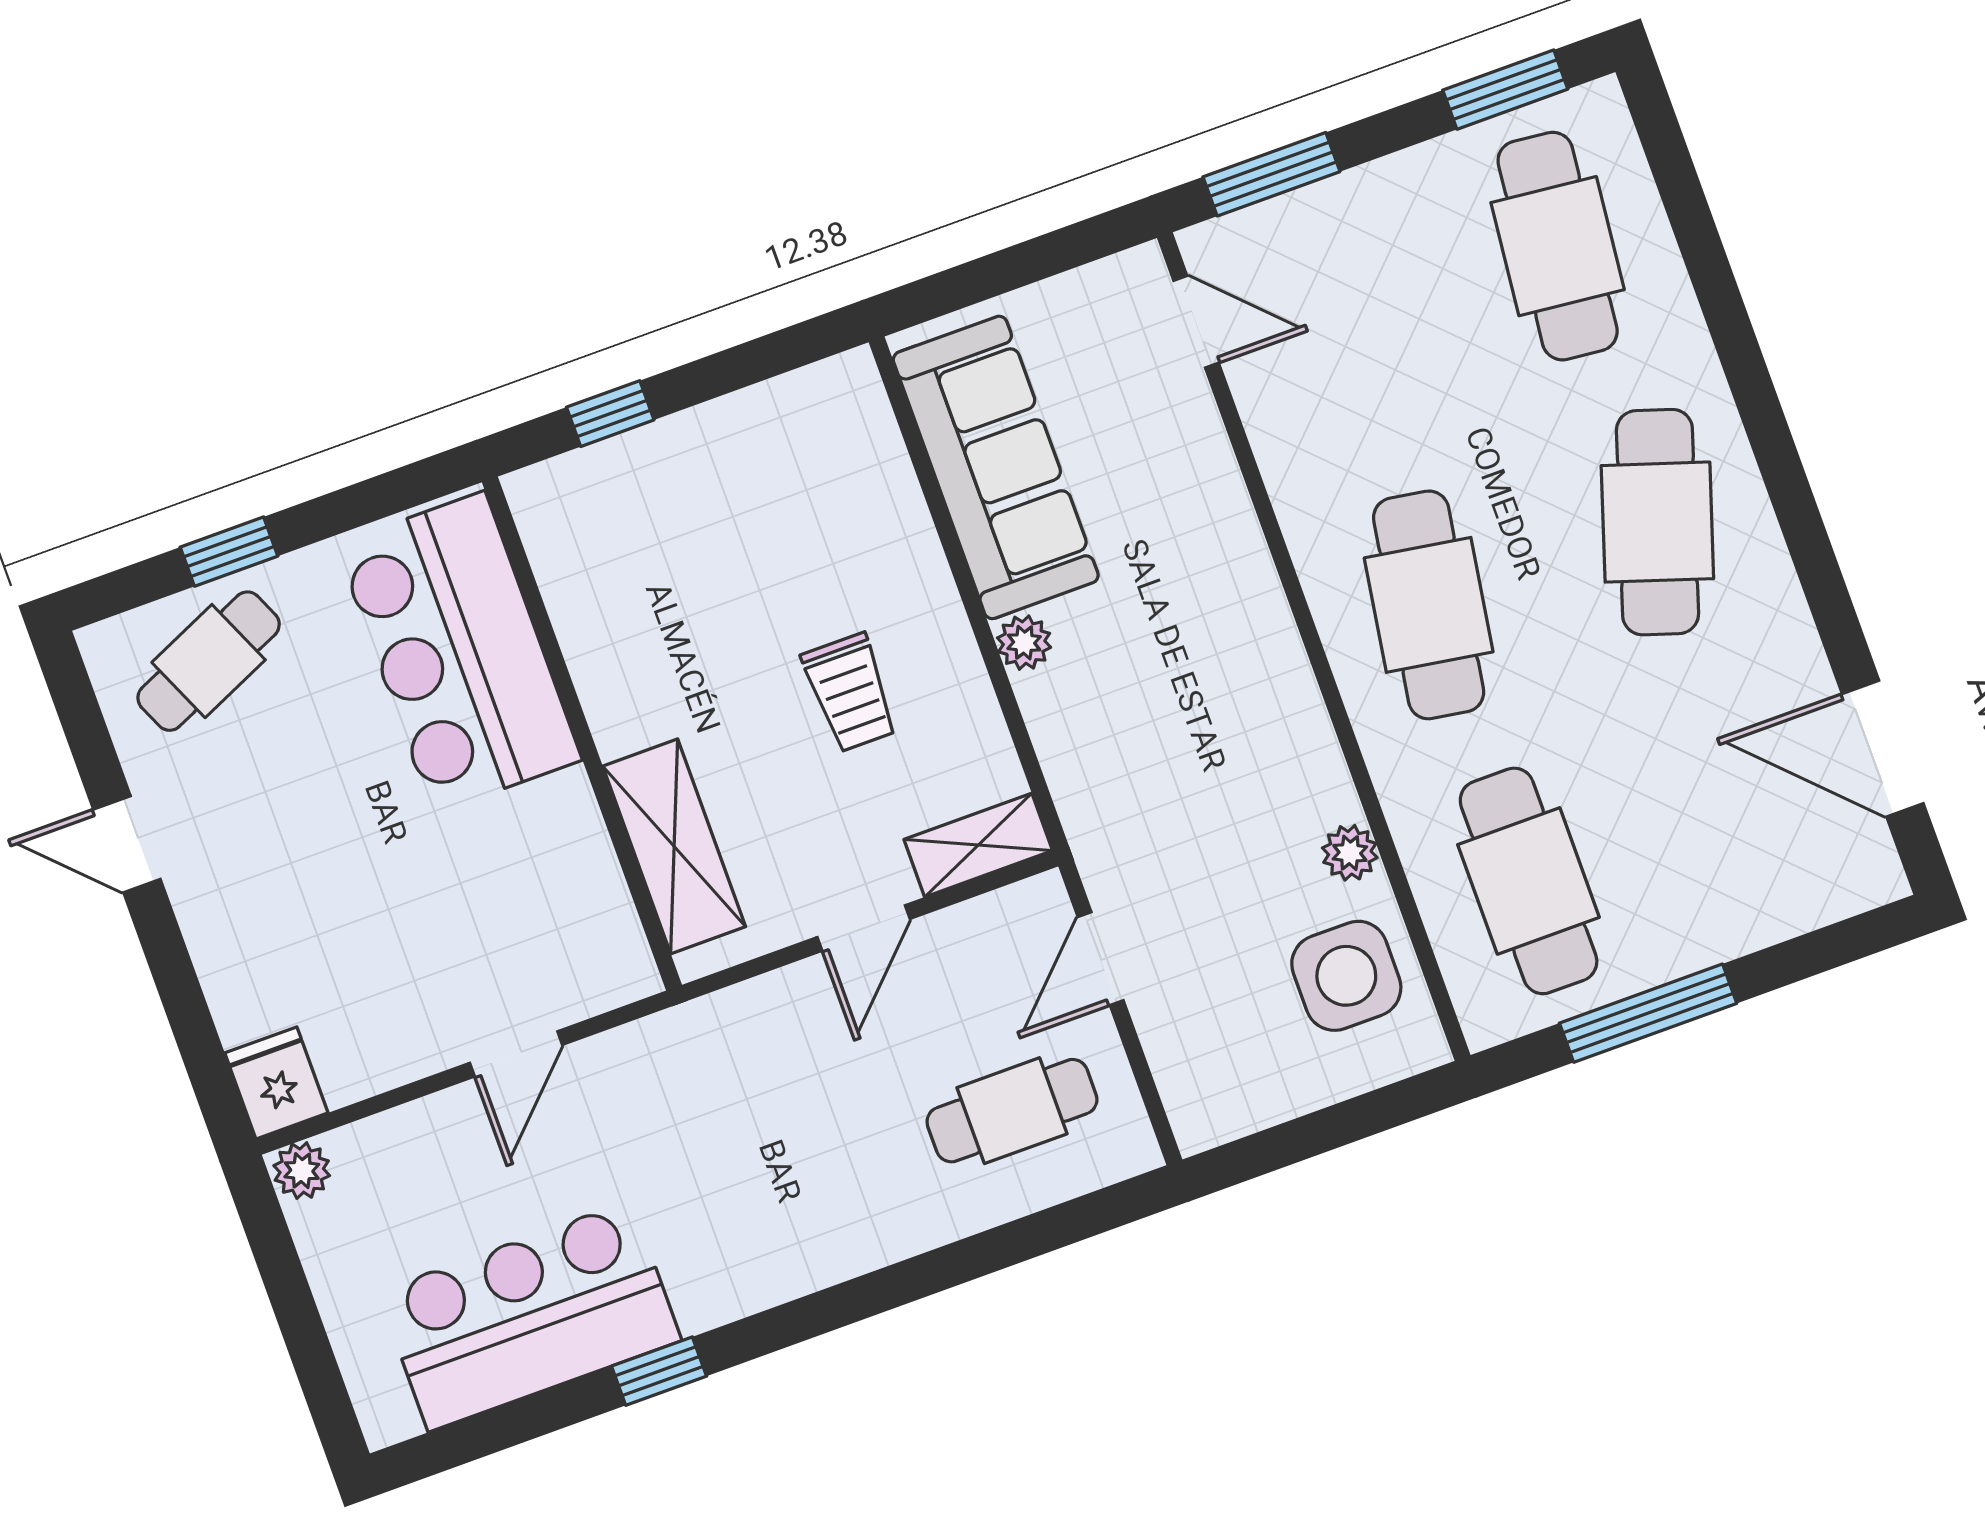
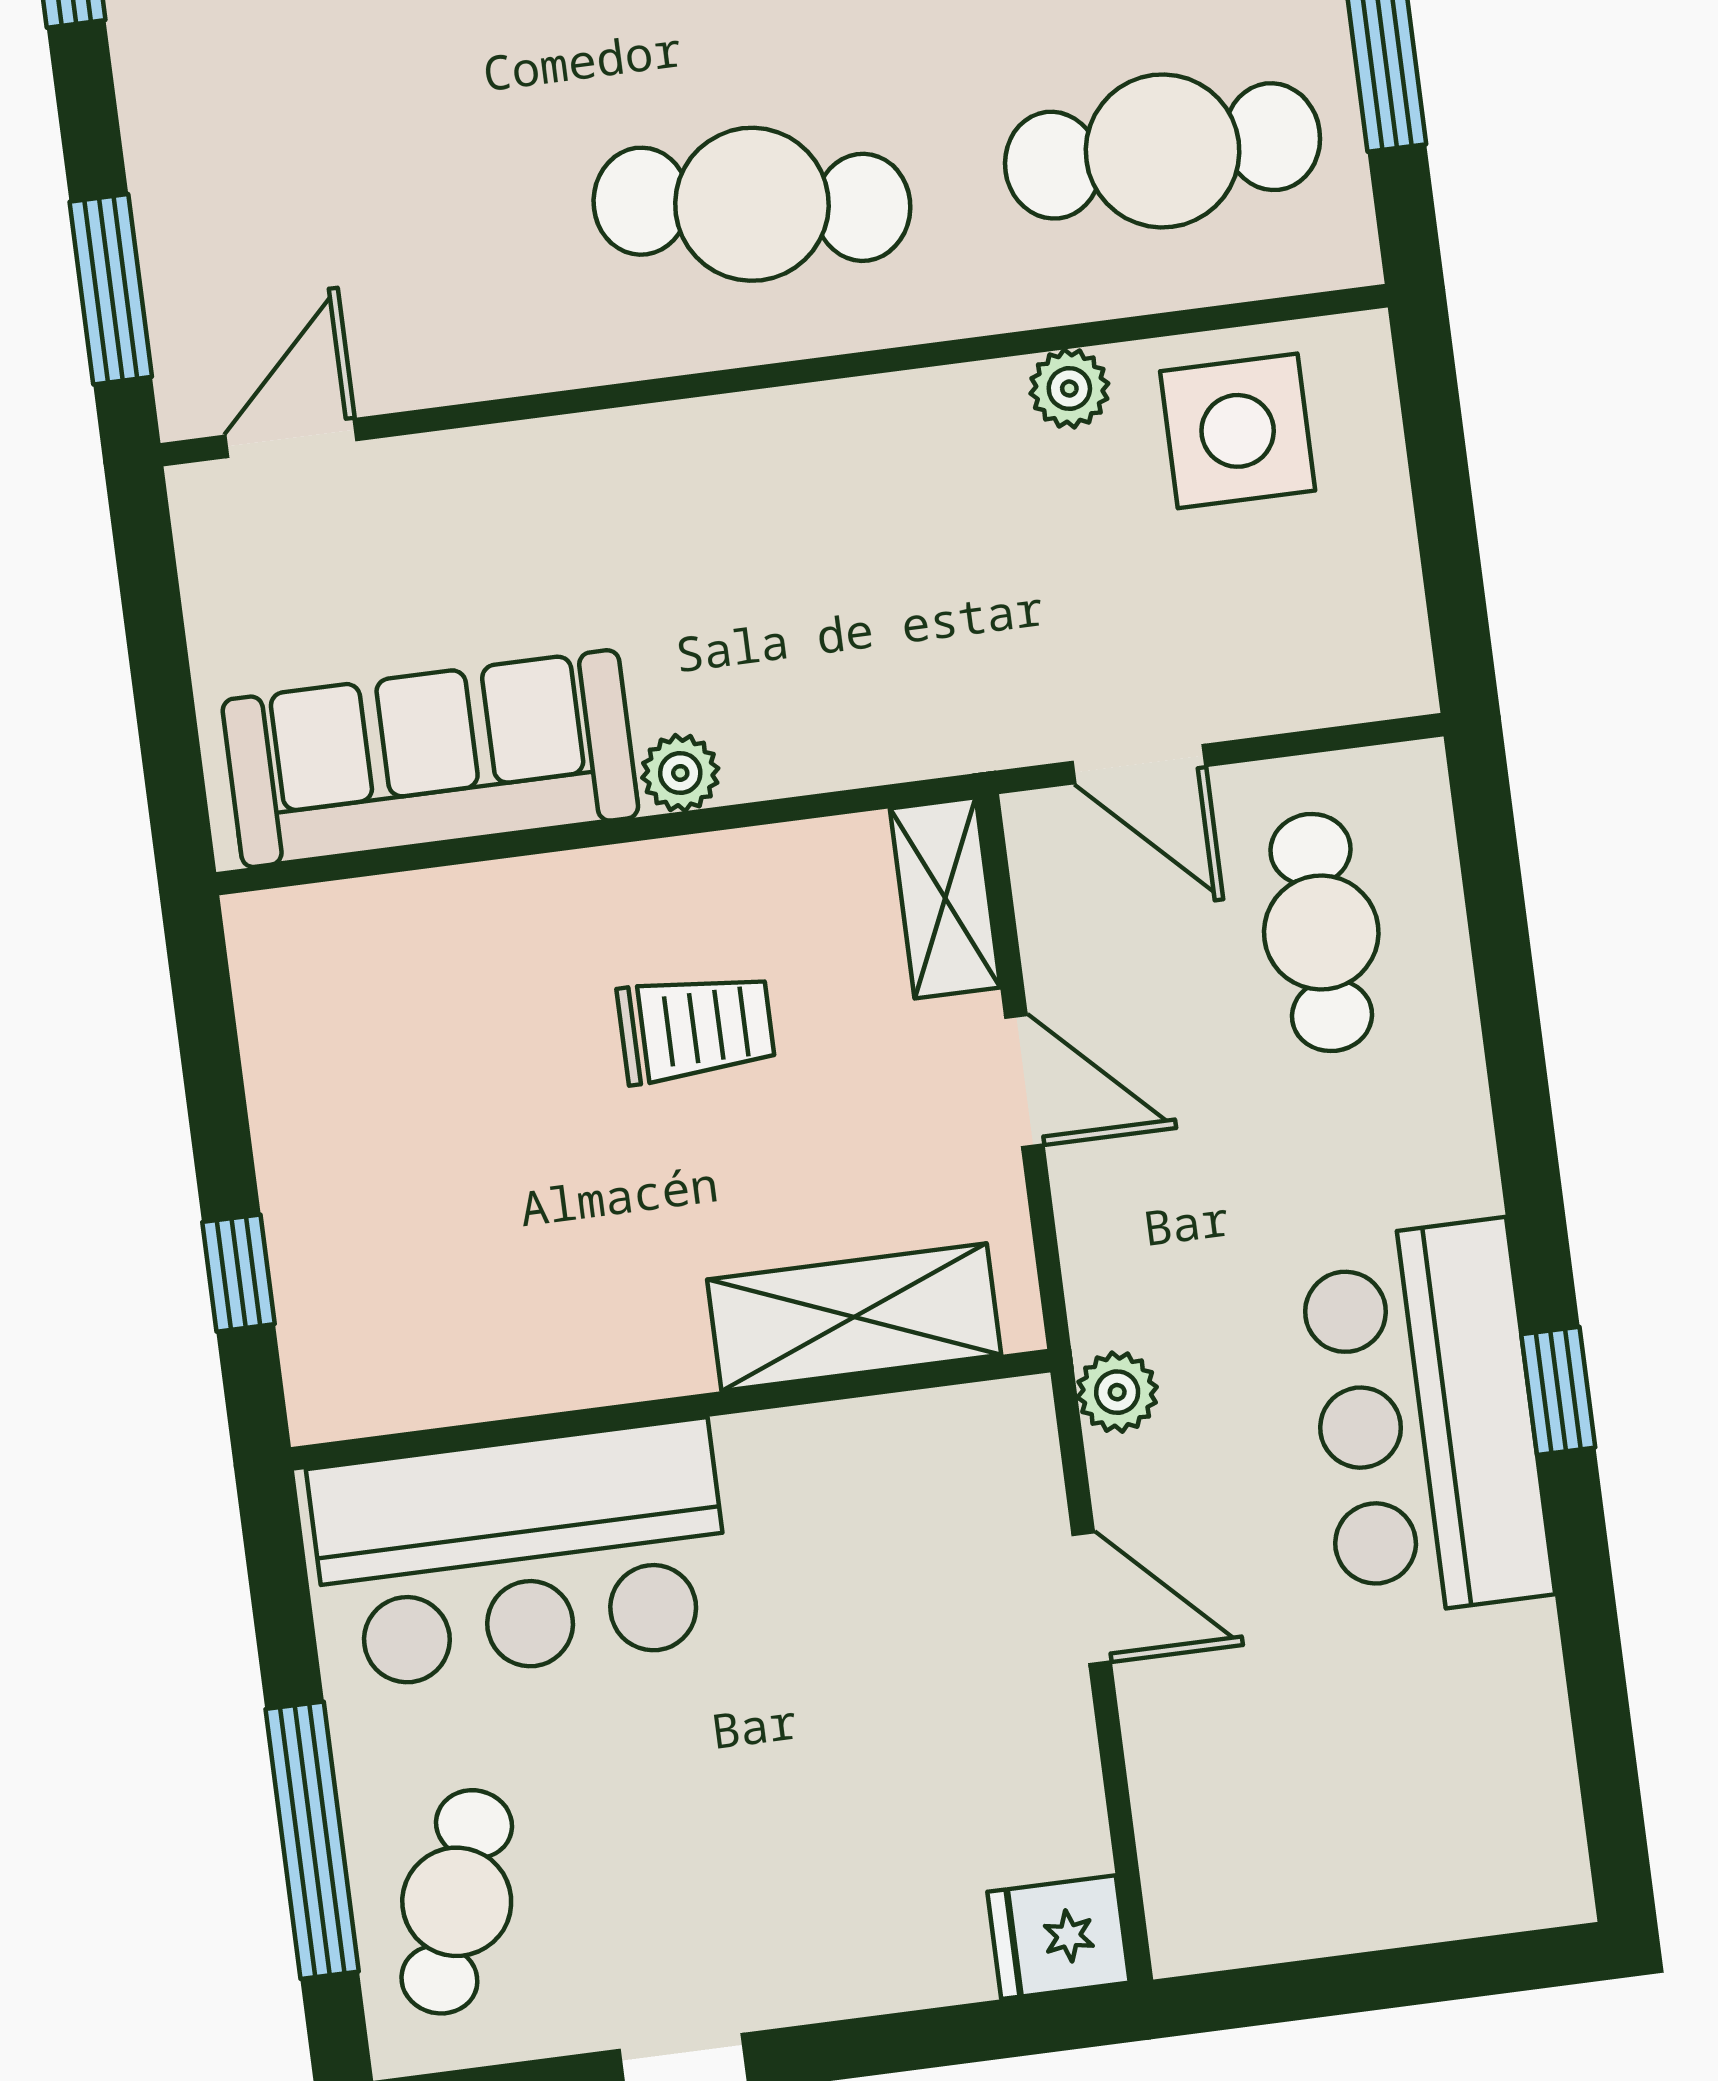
window: (229, 552) -> (312, 1840), width x2.17
cafe table: (209, 661) -> (457, 1902), turned 44
plant: (302, 1171) -> (1117, 1392), moved
bar counter: (530, 1316) -> (1426, 1419), moved
window: (659, 1371) -> (1558, 1391), moved

